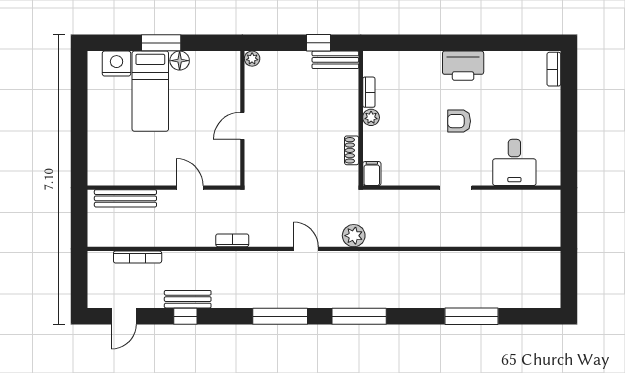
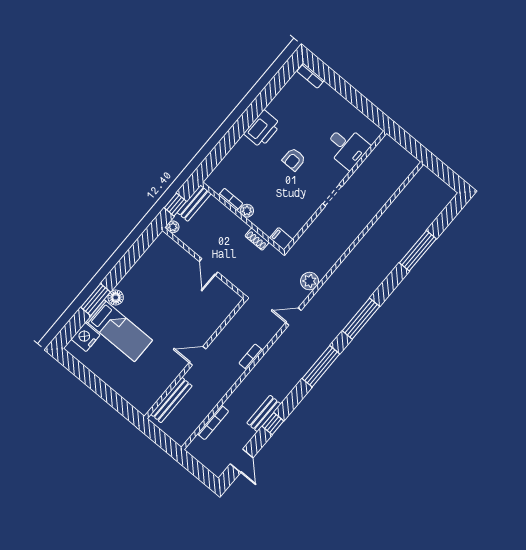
plant: (252, 59) -> (173, 227), moved
wall: (242, 118) -> (204, 263), moved
door: (242, 126) -> (209, 267), moved

